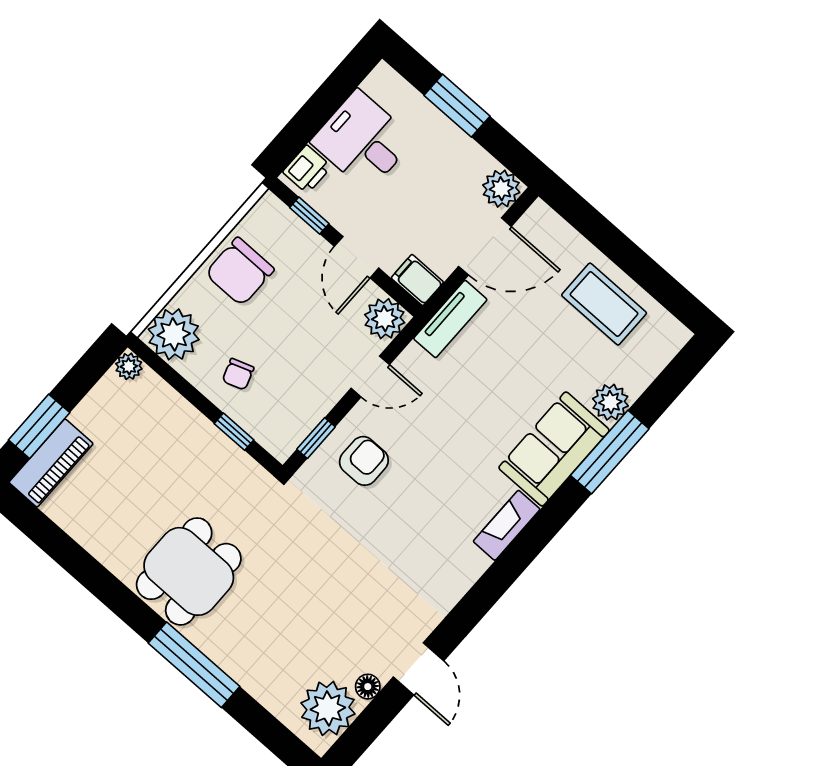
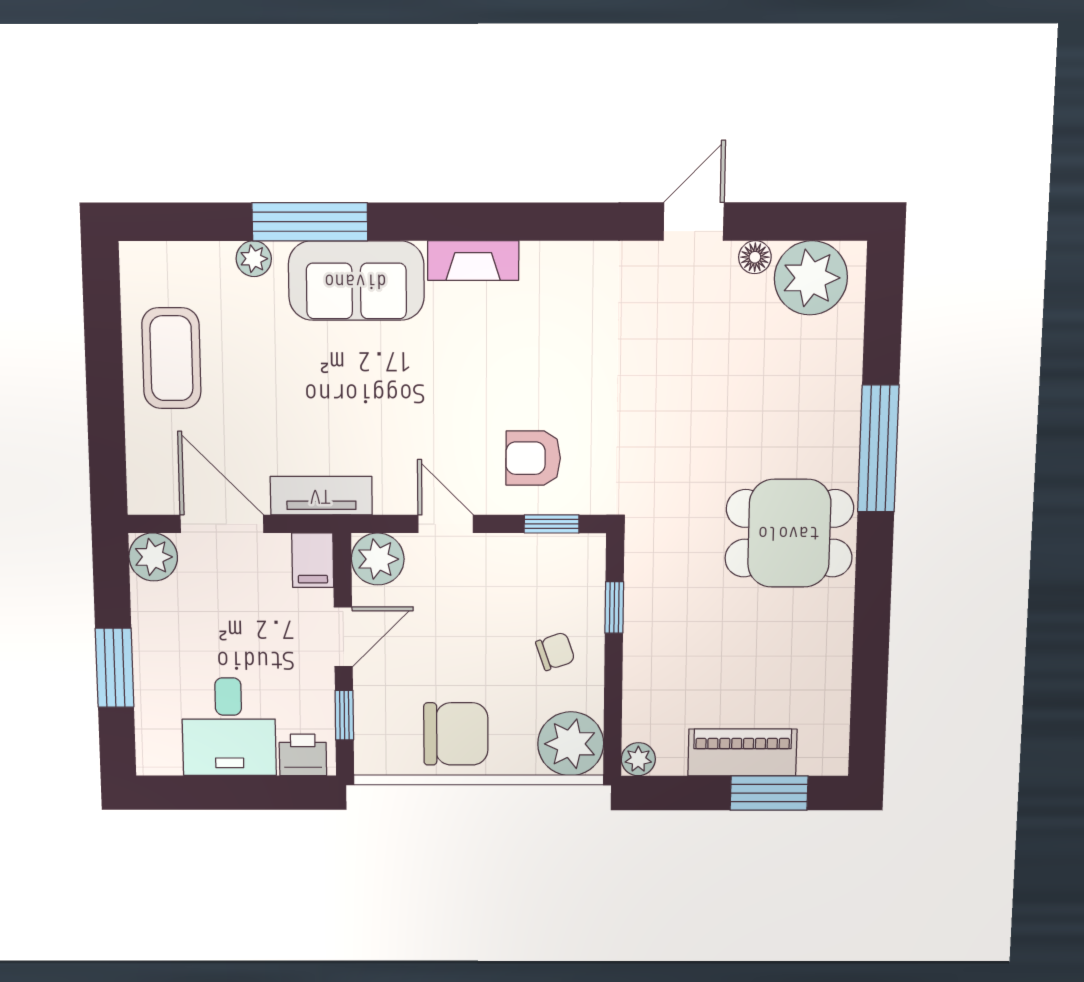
plant: (610, 402) -> (254, 259), width x0.73, depth x0.73
piano: (51, 463) -> (742, 752), moved

